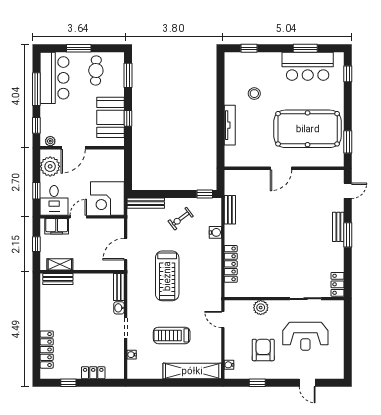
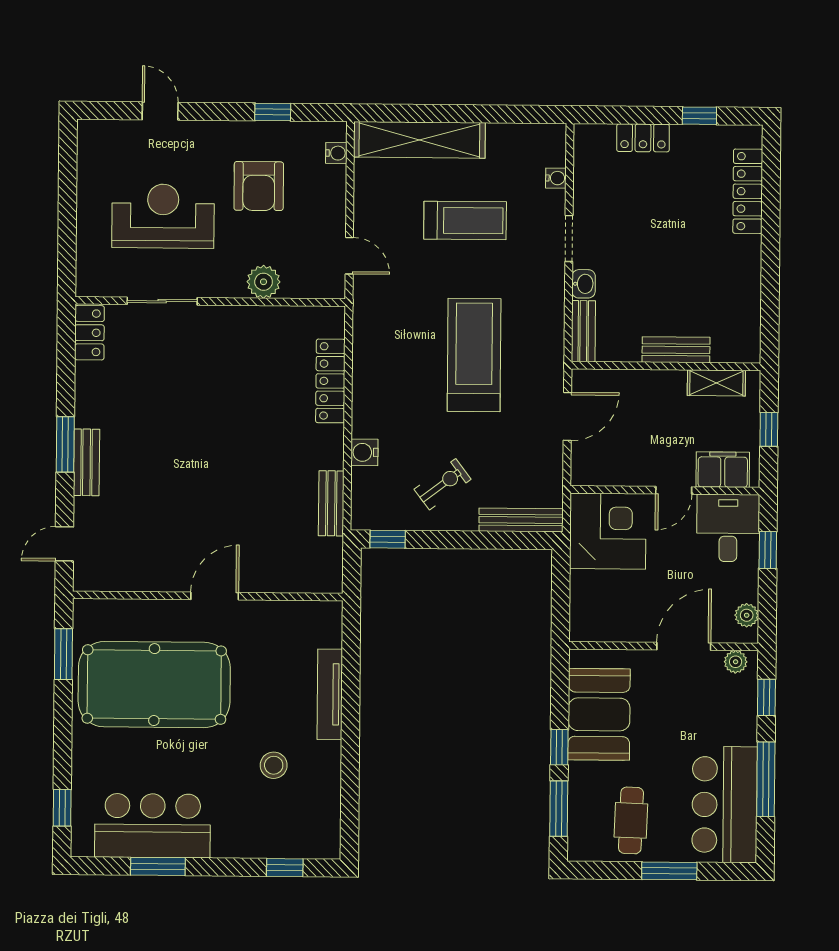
window: (128, 118) -> (559, 747), moved
plant: (50, 166) -> (747, 615), width x0.53, depth x0.53
bench: (58, 279) -> (676, 350), moved

